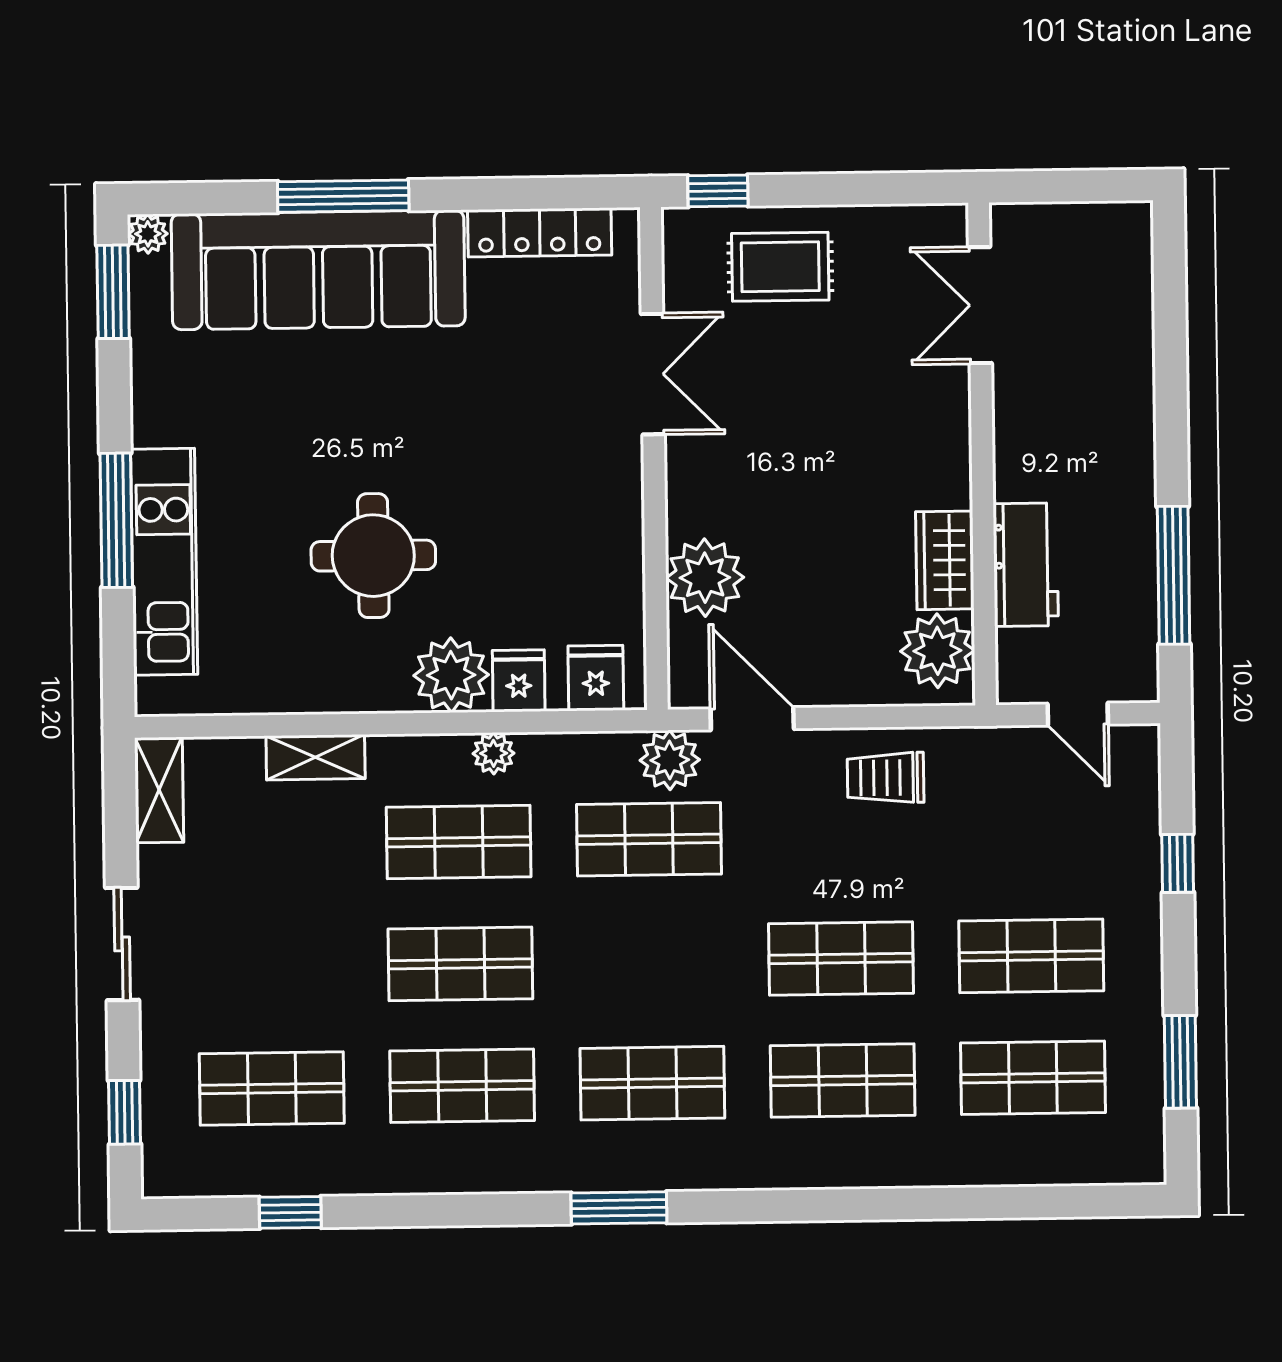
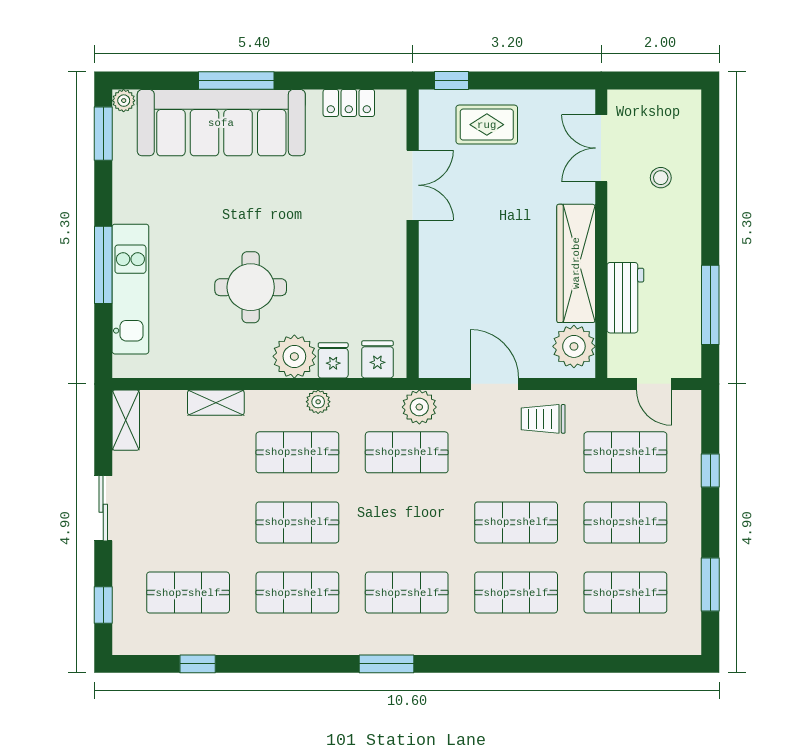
locker: (540, 232) -> (349, 103), width x0.66
stool: (1084, 355) -> (661, 178), added
wardrobe: (945, 560) -> (576, 263), width x2.10, depth x1.17
plant: (705, 578) -> (441, 303), removed
door: (752, 719) -> (494, 384), moved
shop shelf: (1030, 834) -> (625, 452), added

